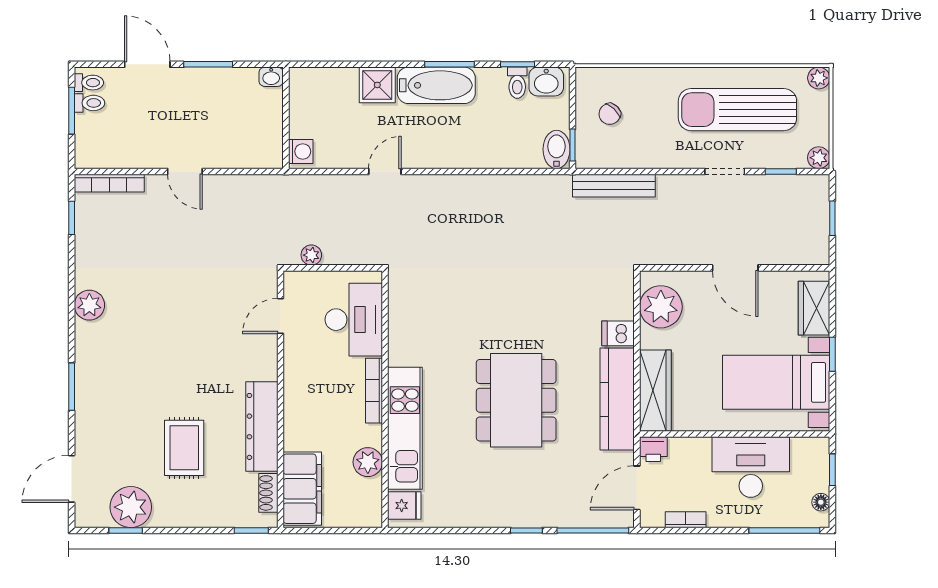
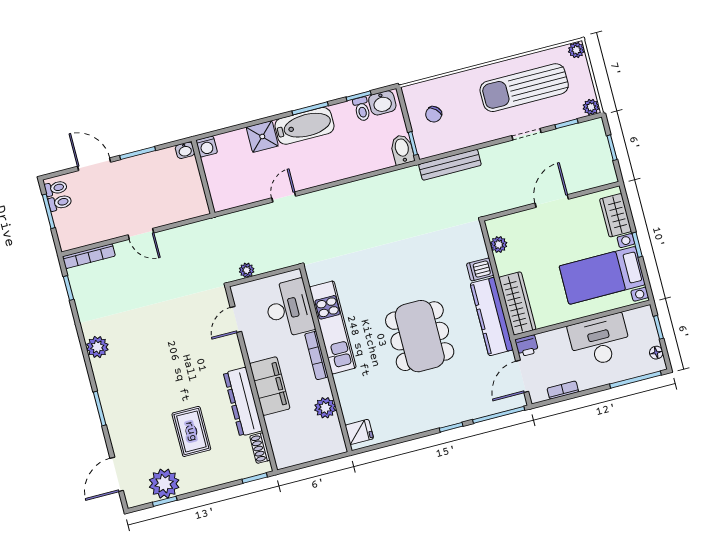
washing machine: (301, 151) -> (207, 147), moved, turned 90
door: (735, 268) -> (552, 201), swing flipped
plant: (661, 307) -> (499, 244), width x0.53, depth x0.53
kitchen unit: (405, 428) -> (333, 327), moved
filing cabinet: (302, 489) -> (270, 386), moved

